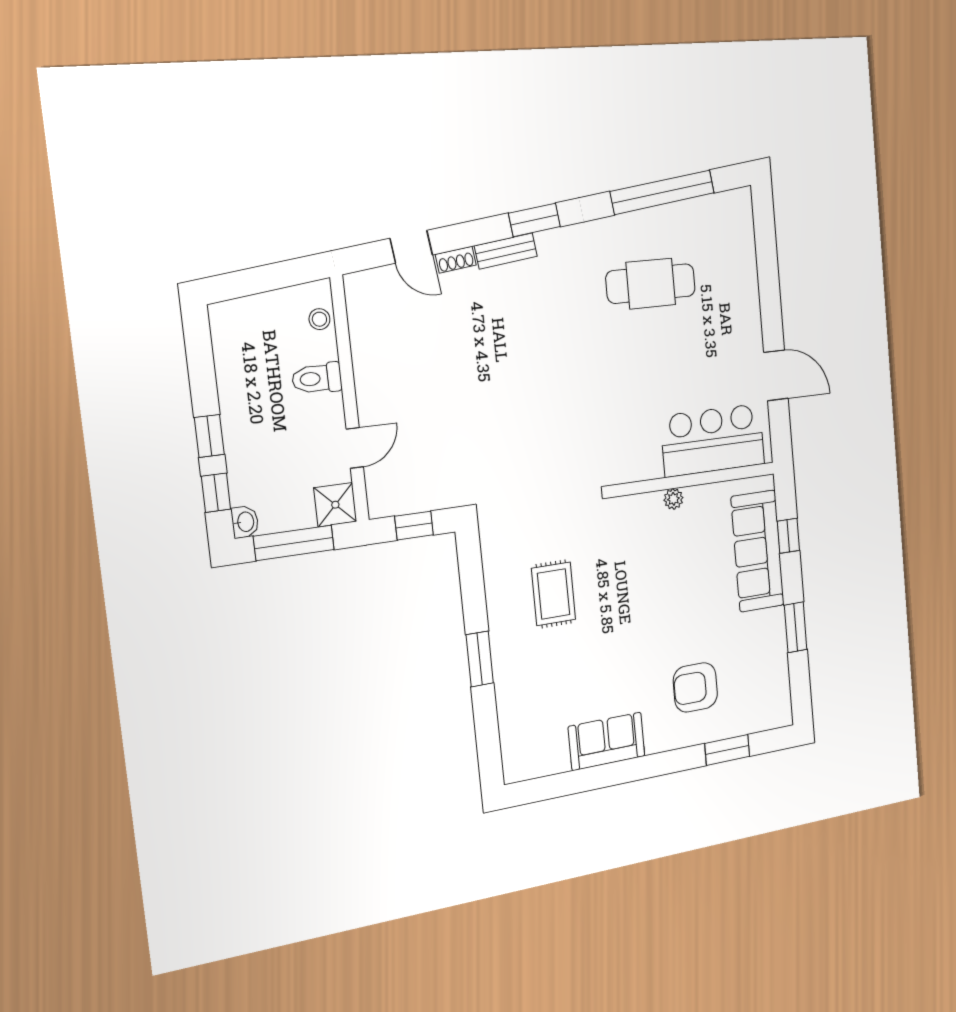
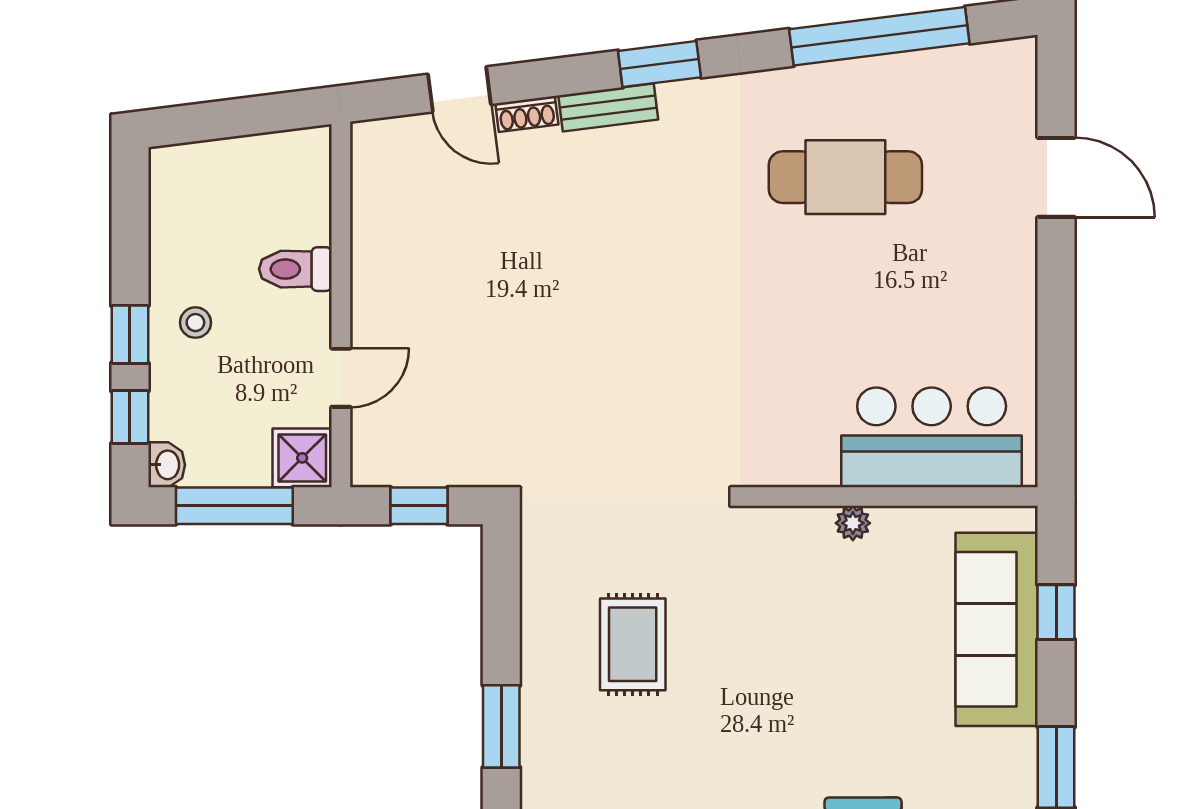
stool: (319, 319) -> (195, 323), moved
door: (776, 375) -> (1056, 177), moved

